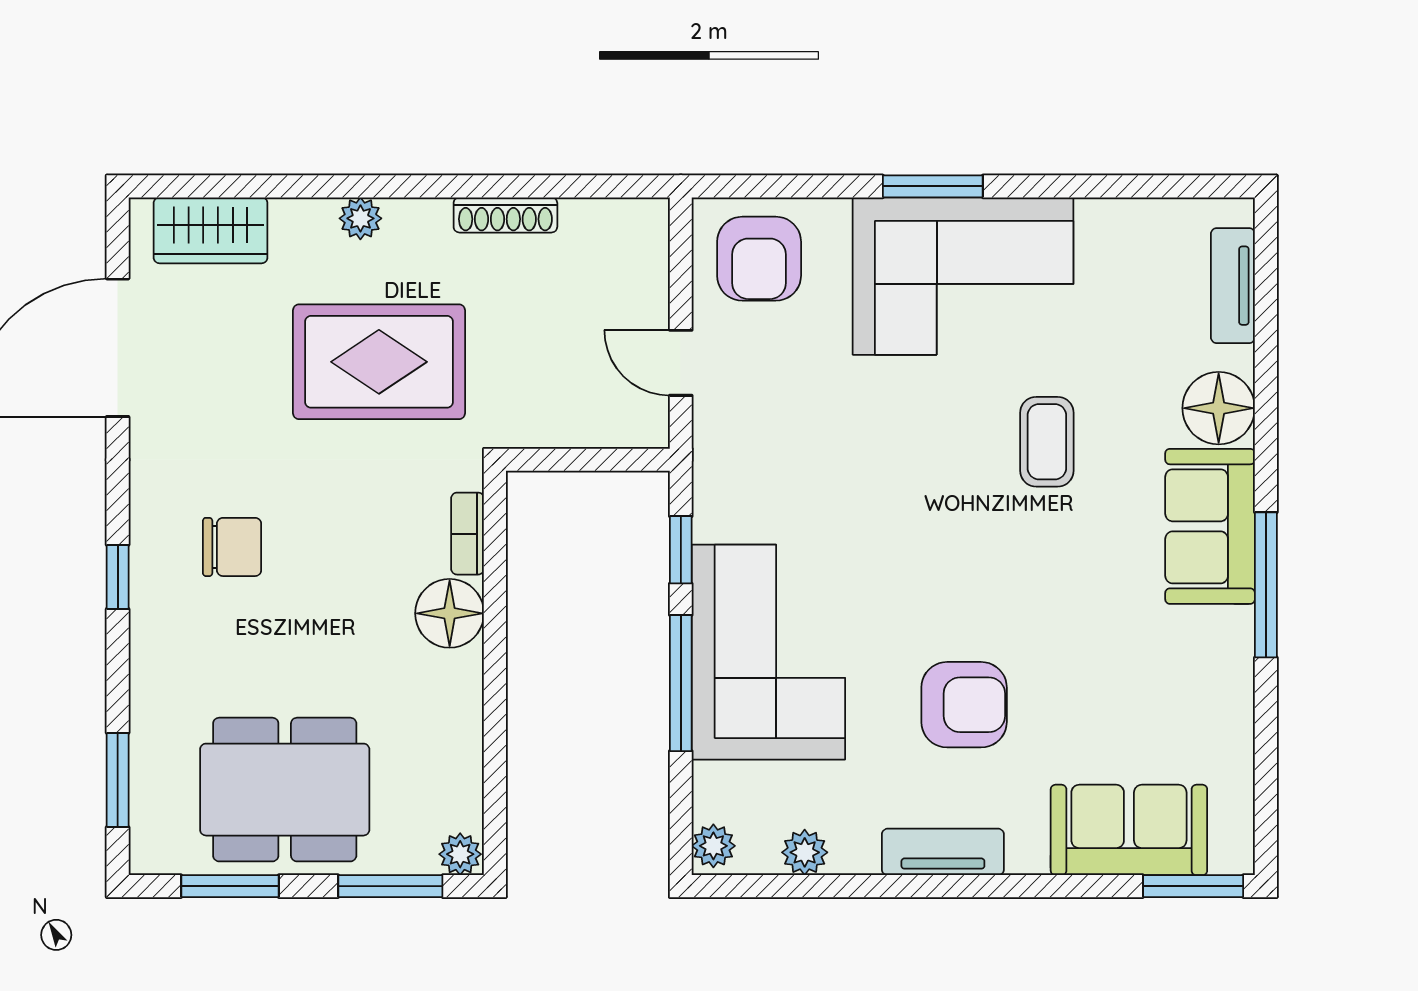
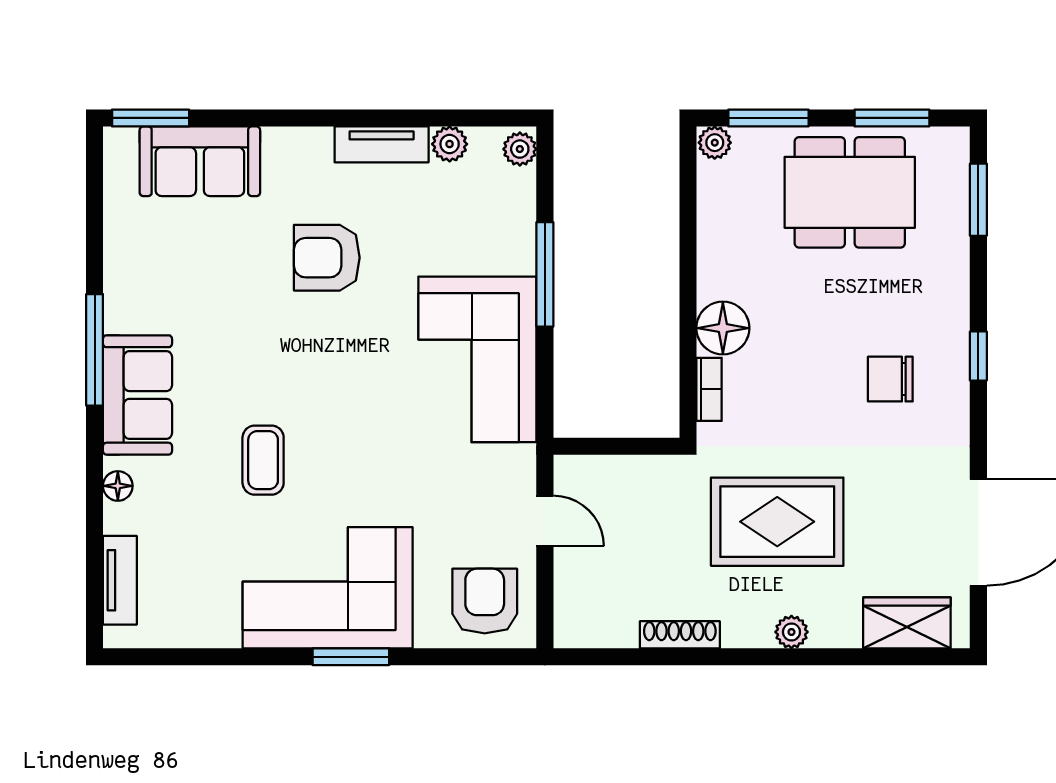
floor lamp: (1219, 408) -> (118, 486), width x0.53, depth x0.53
window: (681, 550) -> (545, 377), removed
corner sofa: (768, 652) -> (477, 359), moved
tv unit: (943, 852) -> (382, 144), moved

